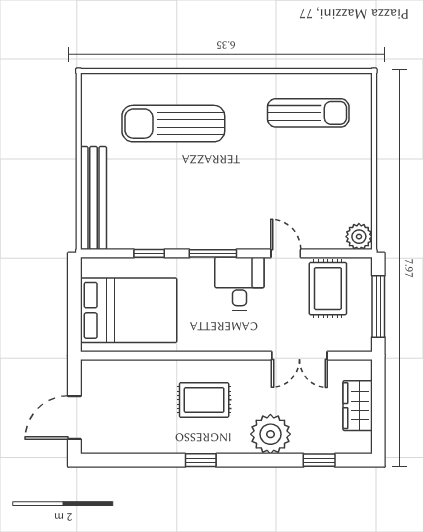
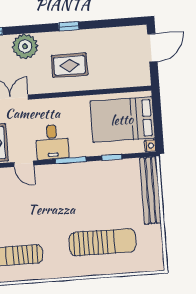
nightstand: (89, 267) -> (150, 146), added

